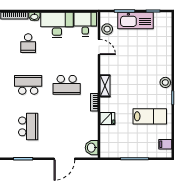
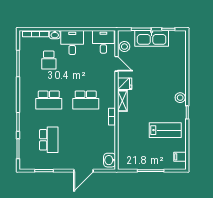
desk: (57, 25) -> (72, 42), width x0.73
school desk: (28, 85) -> (49, 100), turned 180
fridge: (107, 119) -> (125, 84), moved

